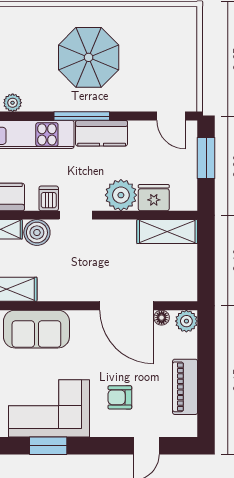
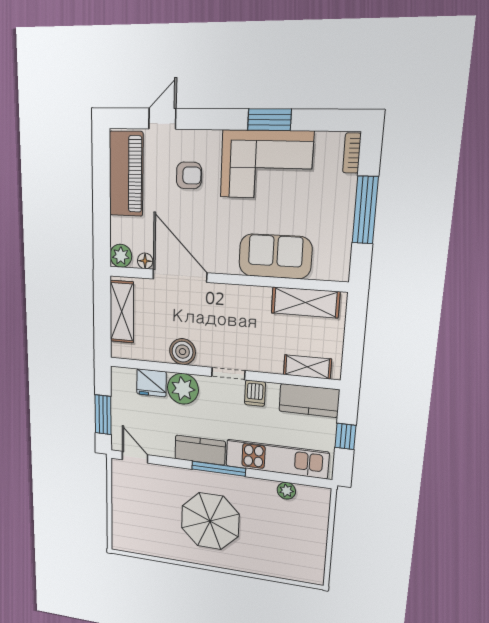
shelving: (167, 232) -> (122, 312), moved, turned 90
boiler: (37, 233) -> (183, 352), moved
piano: (185, 387) -> (126, 174), width x1.37, depth x1.33

